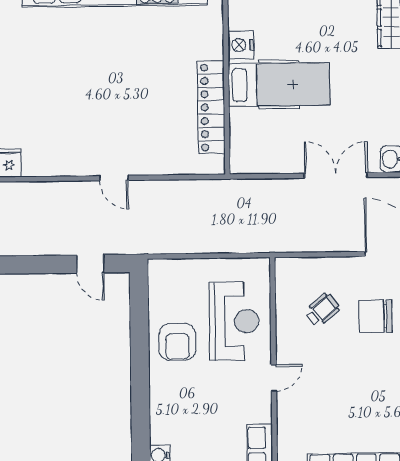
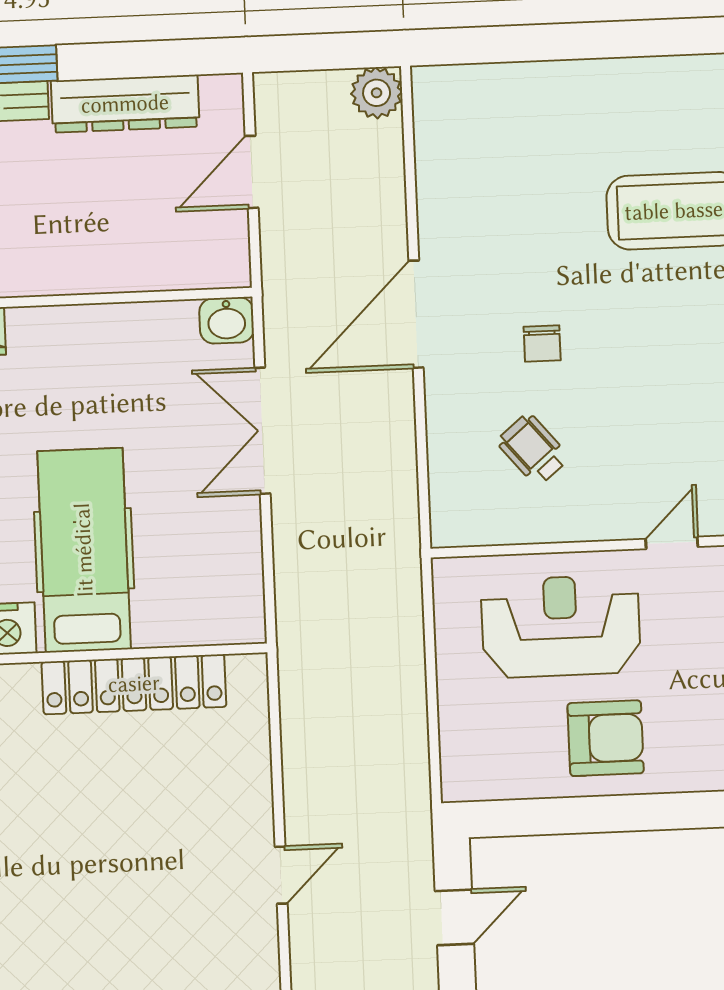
chair: (375, 316) -> (542, 343), width x0.54, depth x0.54
door: (274, 378) -> (672, 543), hinge flipped

